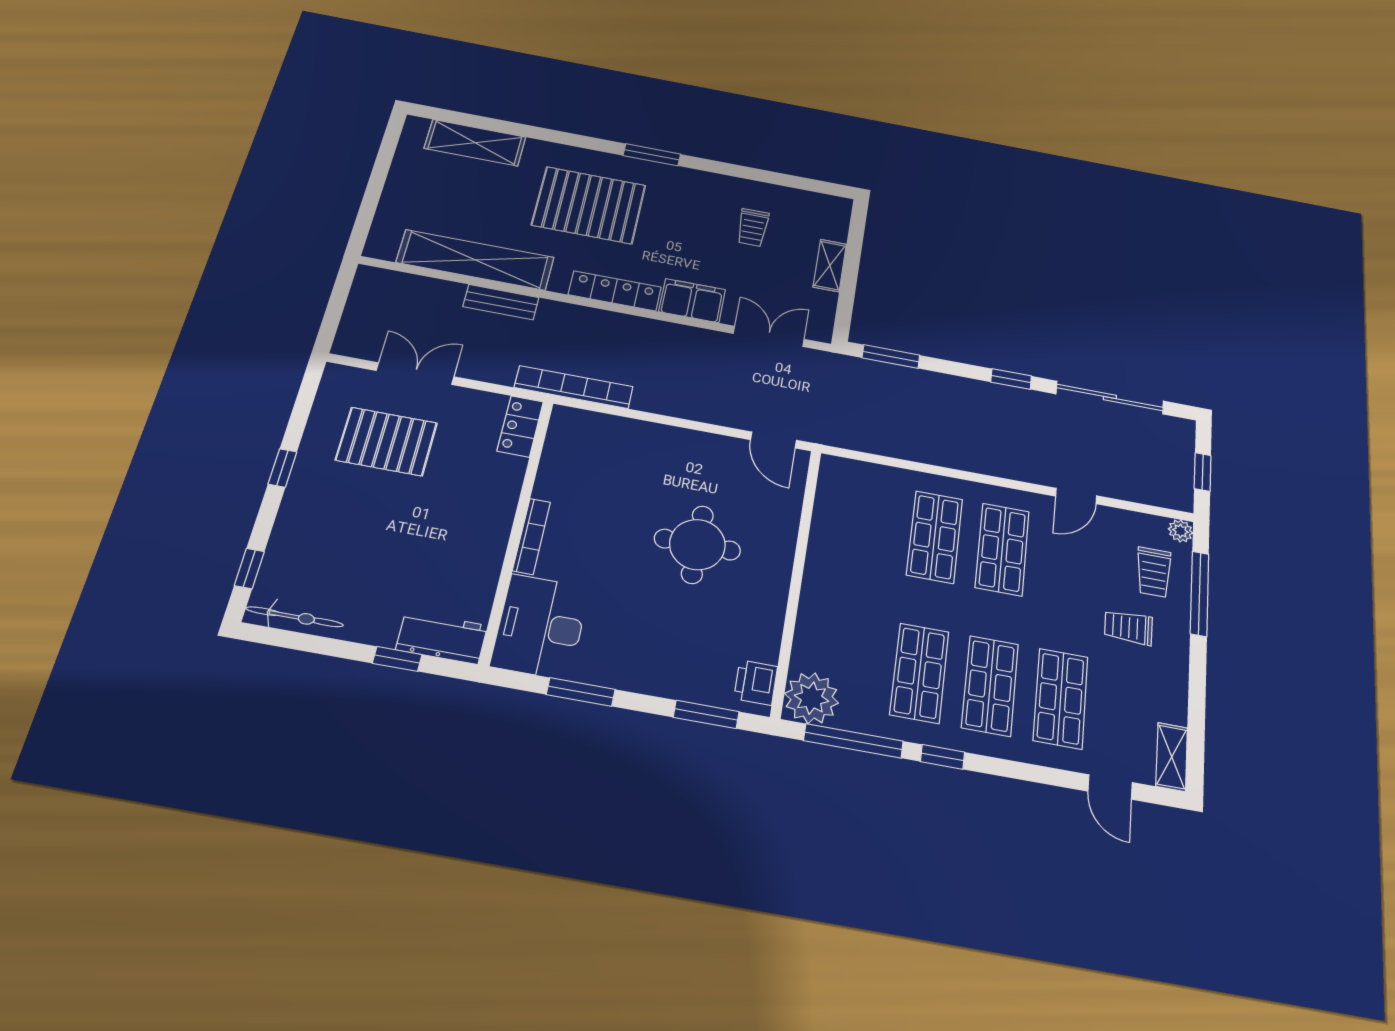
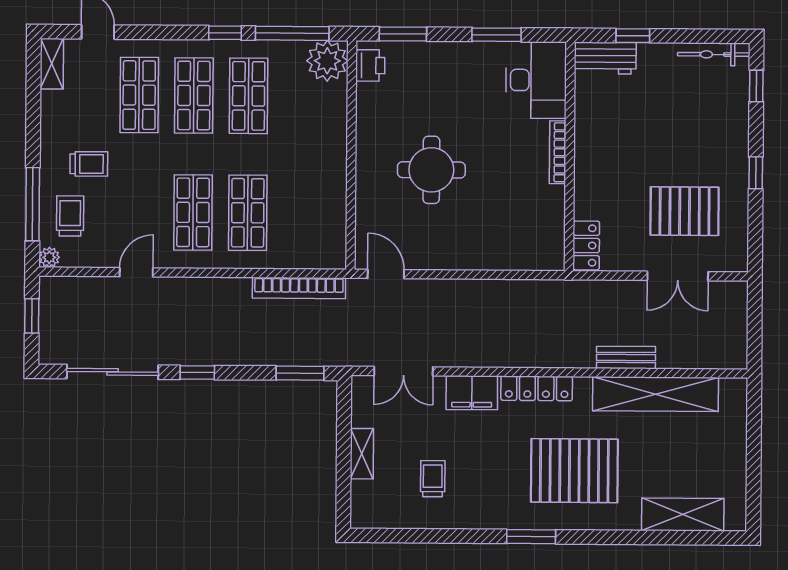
bookcase: (574, 387) -> (299, 288), moved

